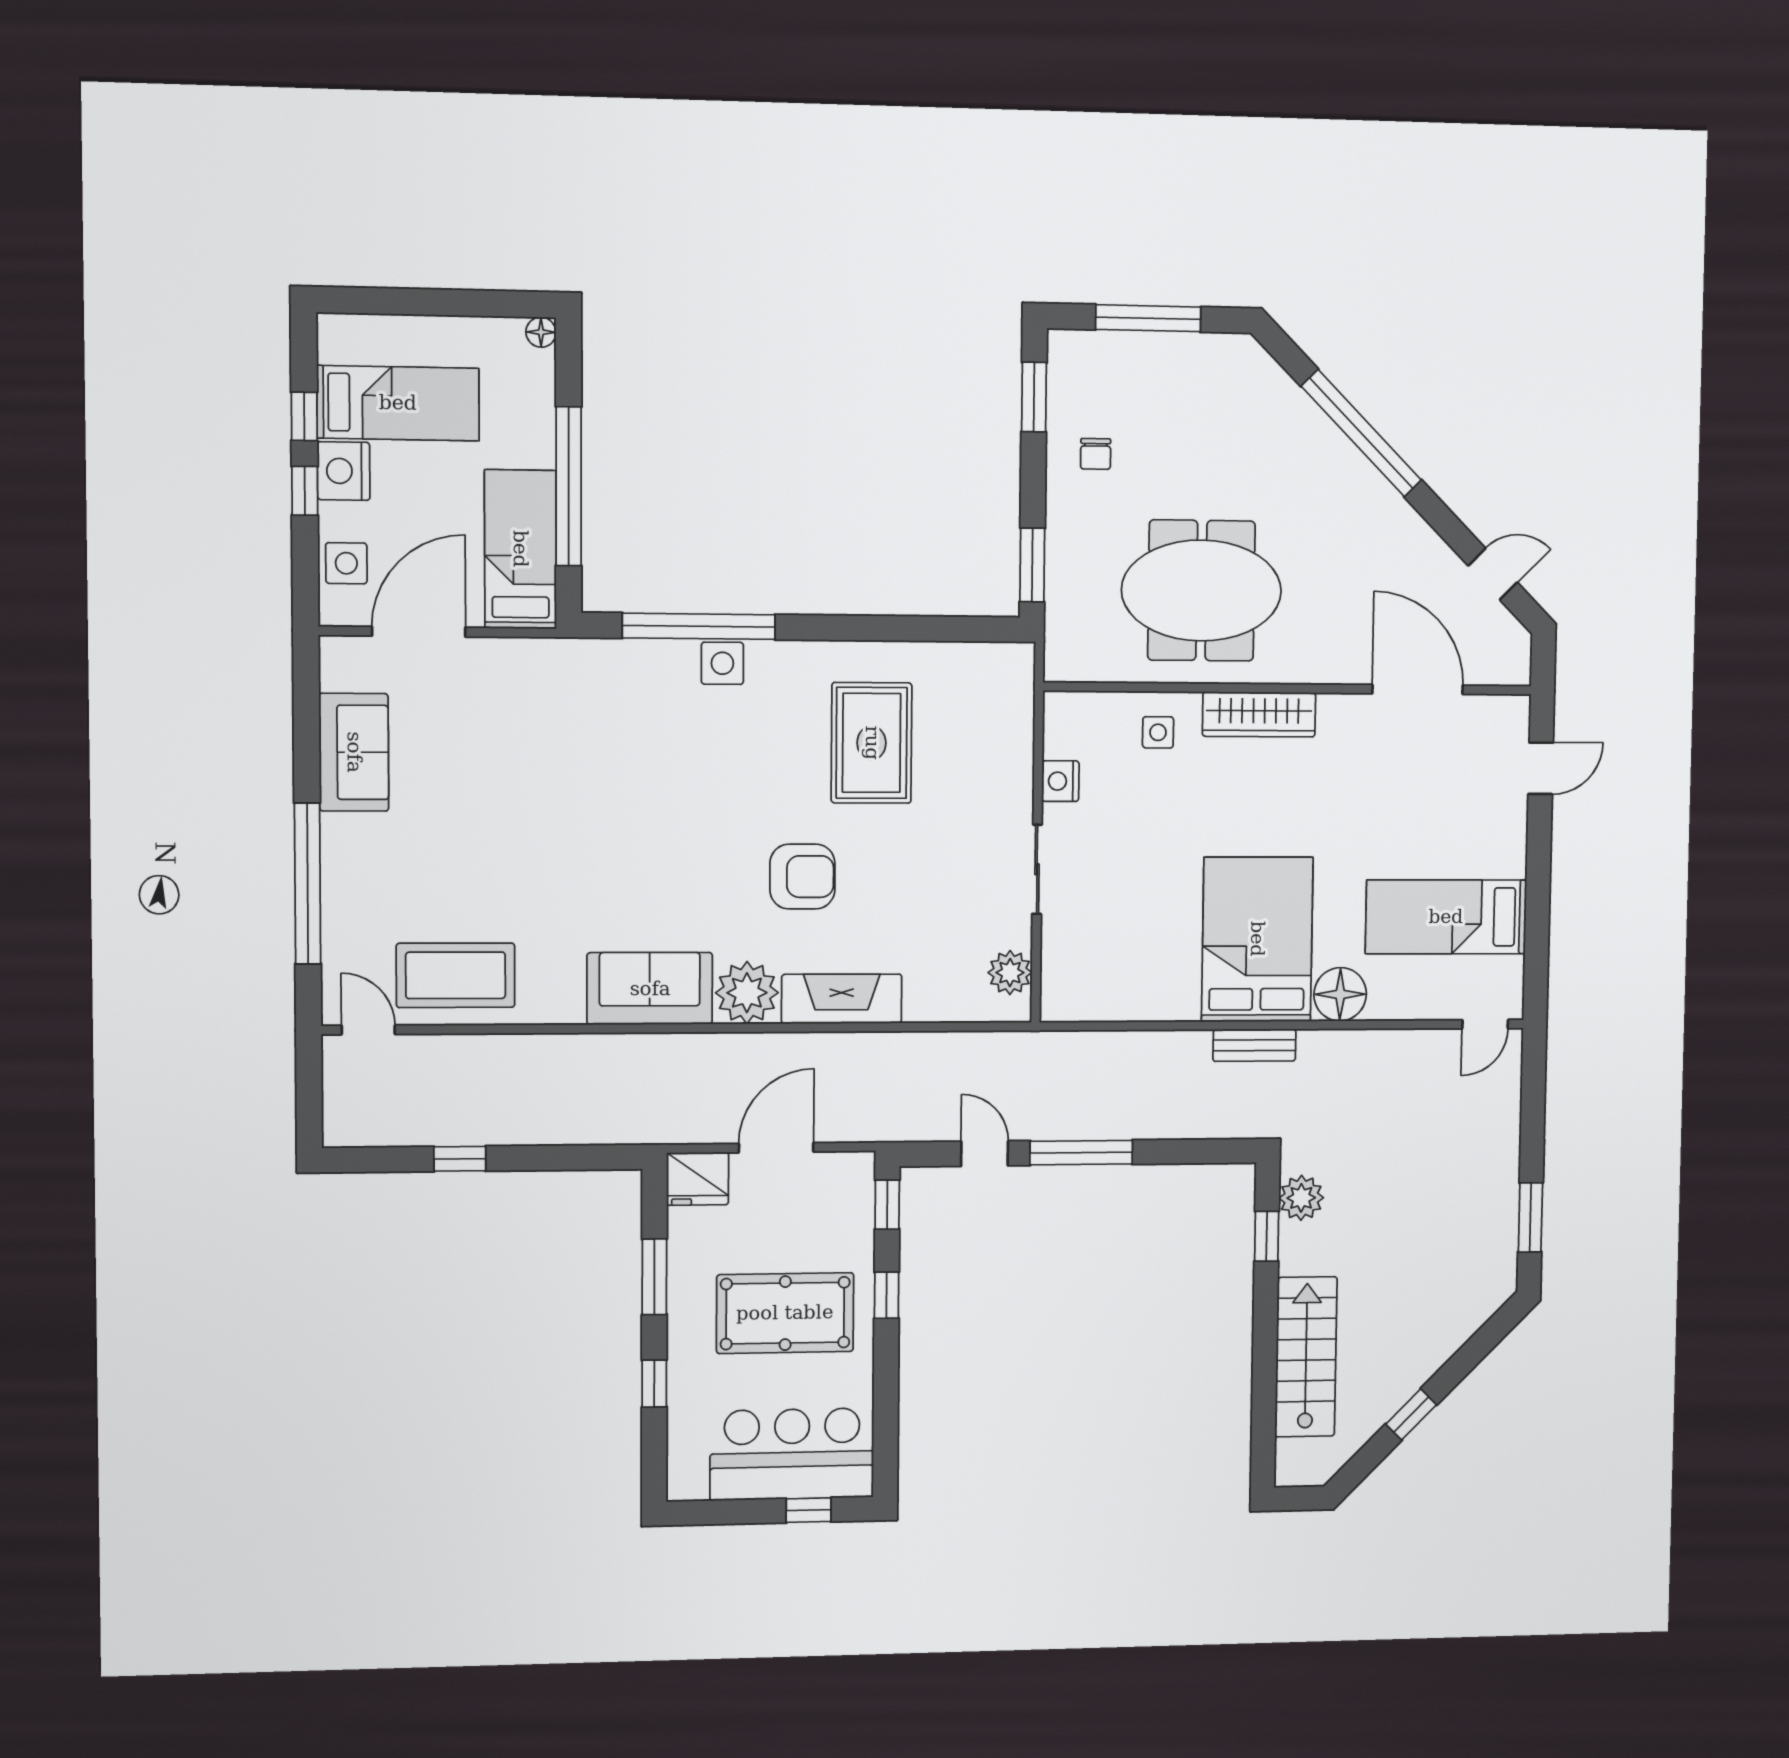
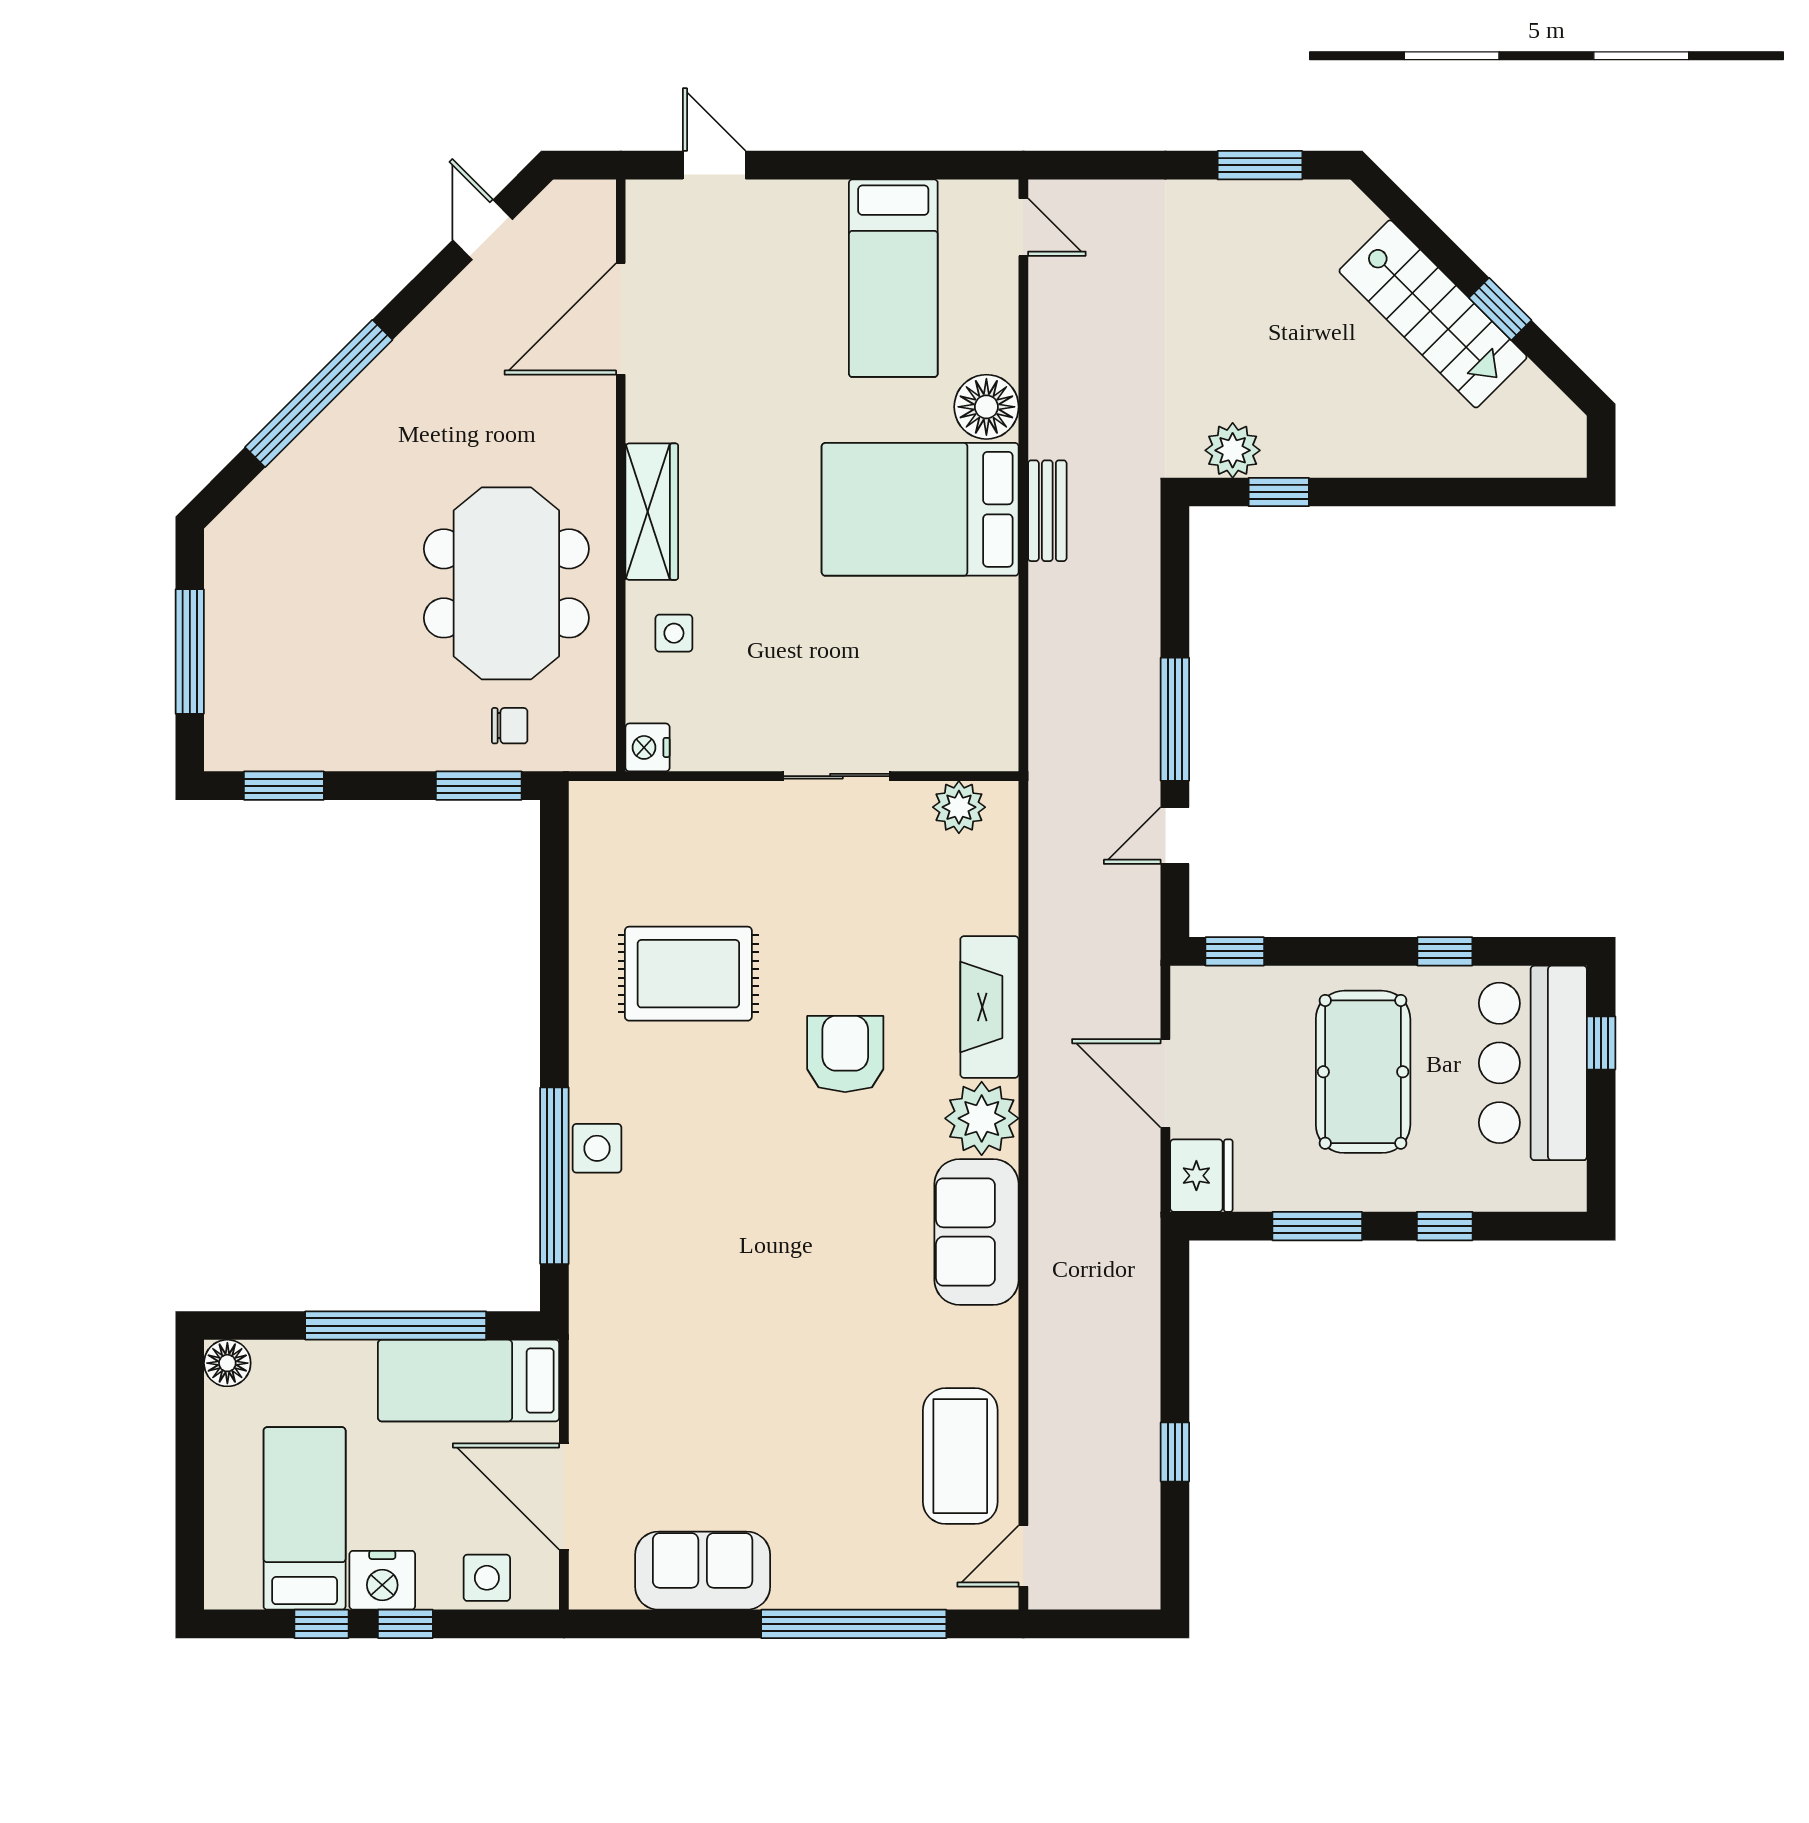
floor lamp: (541, 332) -> (227, 1363), width x1.37, depth x1.37
chair: (1096, 454) -> (510, 726), moved
nightstand: (1060, 781) -> (648, 747), moved, turned 90
window: (887, 1295) -> (1445, 951), moved
stairs: (1306, 1357) -> (1433, 314), moved, turned -135

